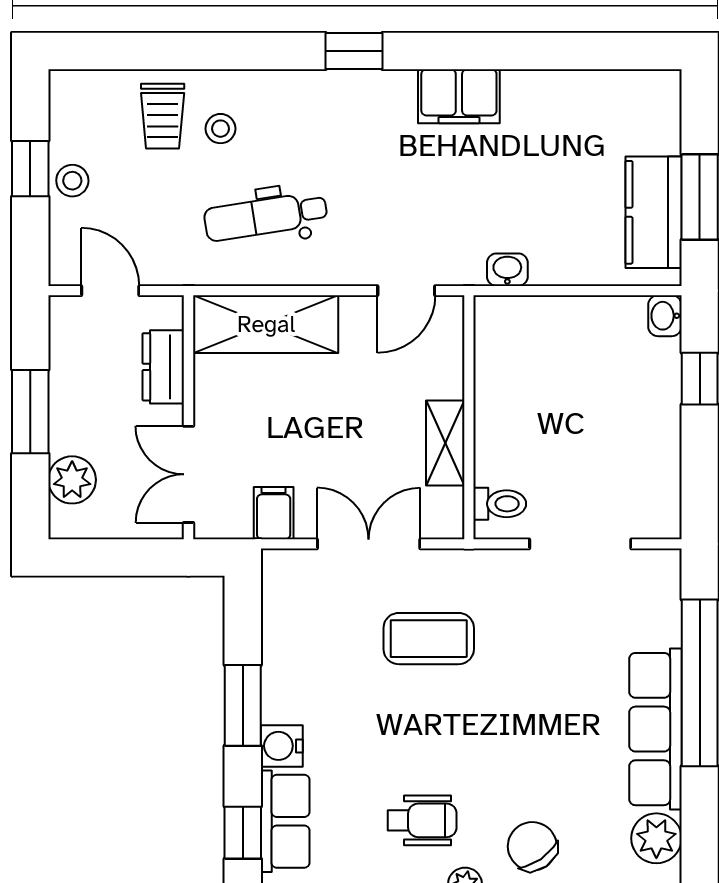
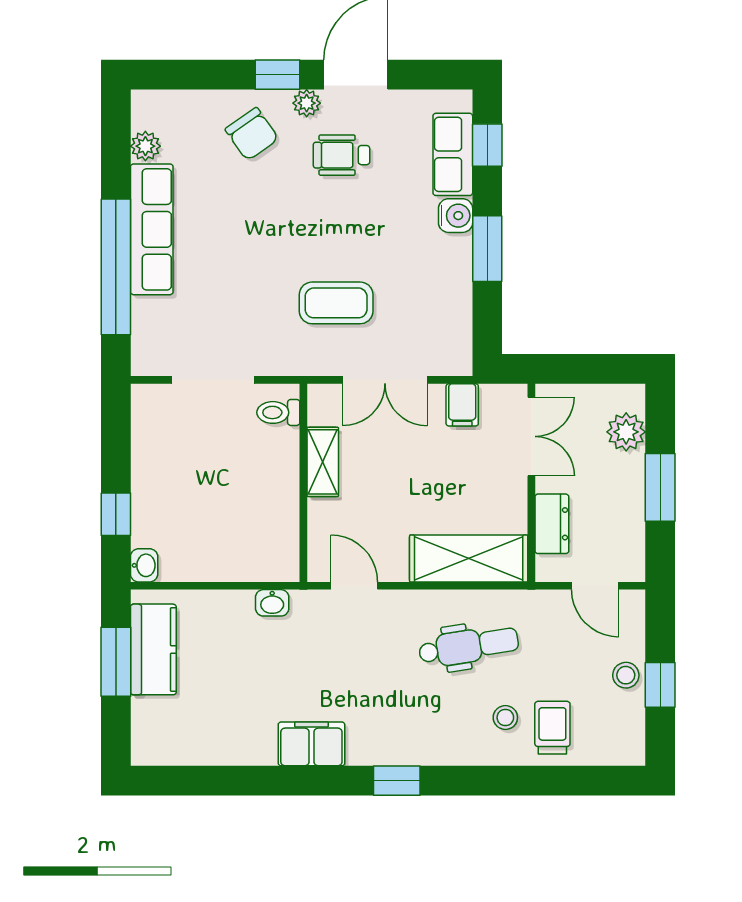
door: (406, 291) -> (354, 586), hinge flipped
plant: (656, 838) -> (145, 146), width x0.73, depth x0.73

